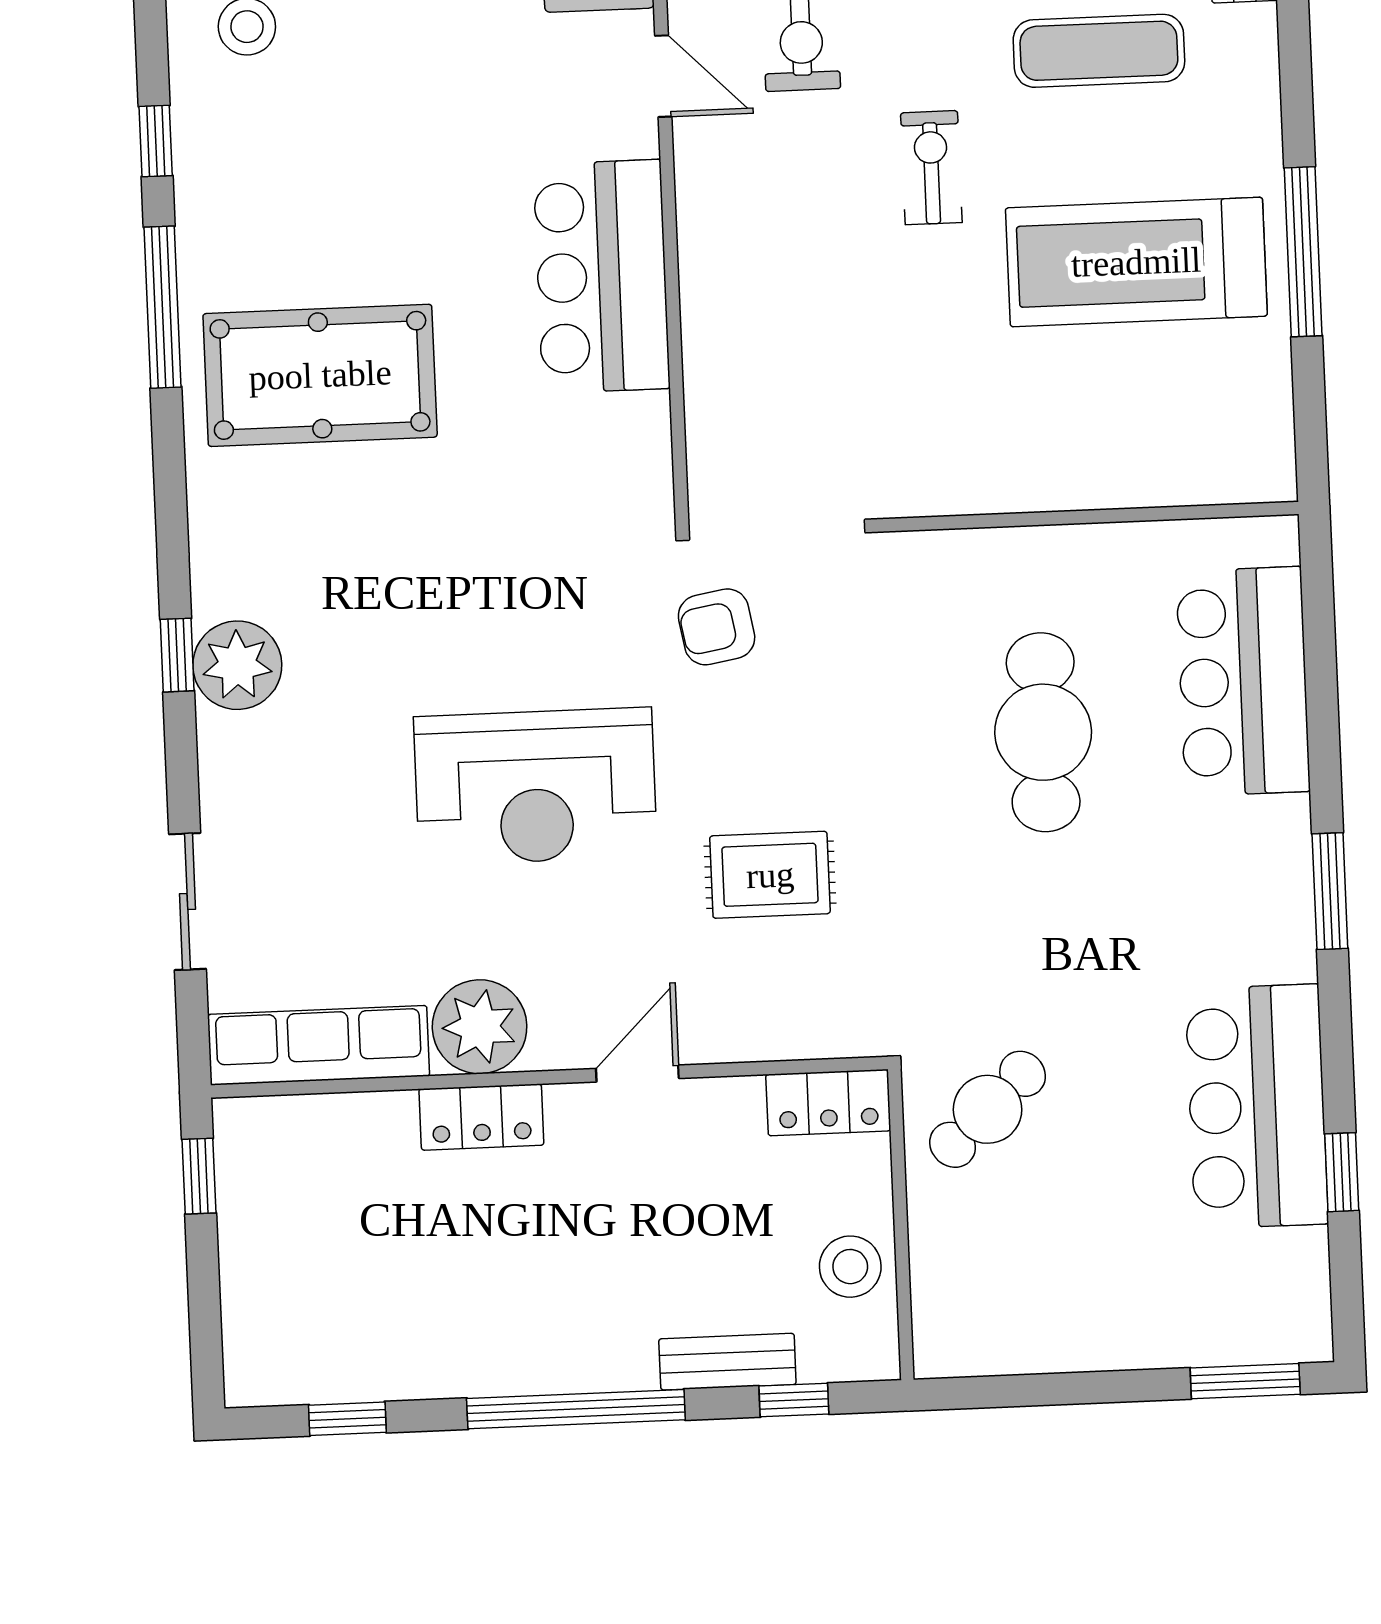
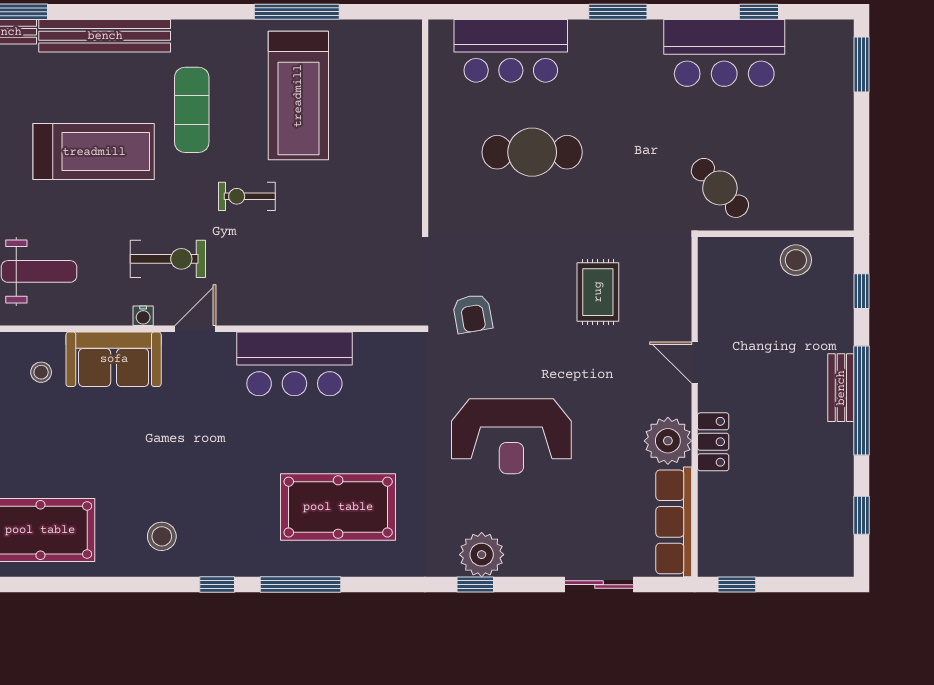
pool table: (320, 375) -> (338, 507), turned 90
reception desk: (535, 786) -> (511, 436), moved, turned 90
locker: (828, 1103) -> (713, 268), removed
bench: (727, 1362) -> (841, 388), moved

